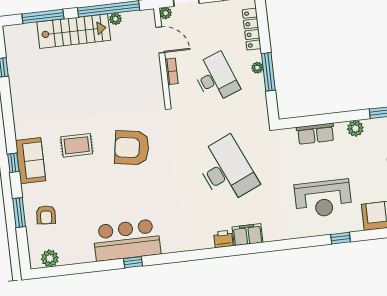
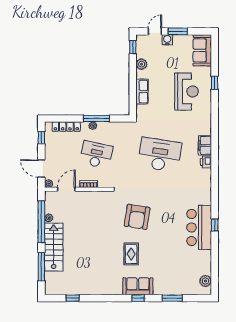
desk: (216, 78) -> (96, 155), turned 33
desk: (226, 170) -> (160, 155), turned 33
armchair: (46, 215) -> (176, 280), removed

